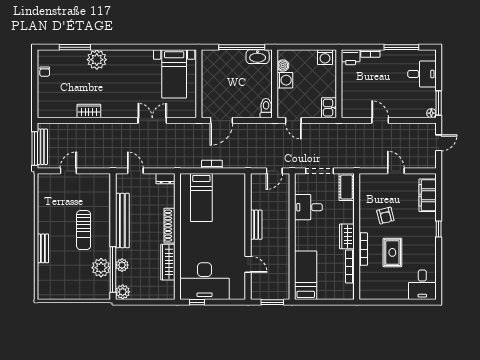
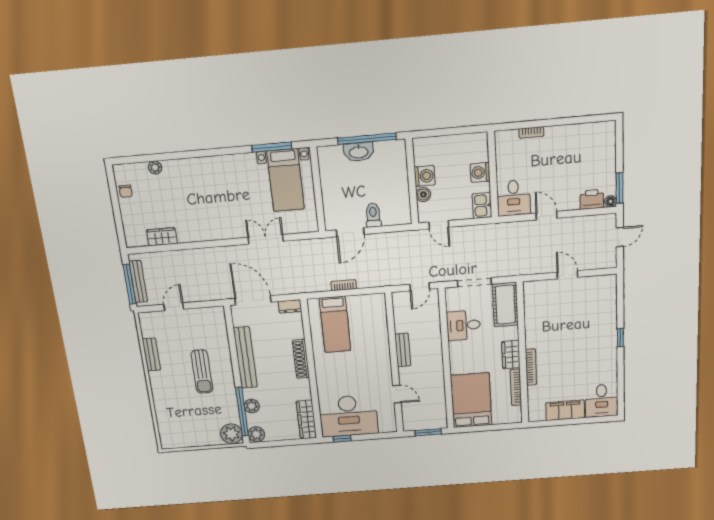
window: (75, 47) -> (272, 147), moved
window: (401, 47) -> (571, 121), removed
washbasin: (258, 57) -> (359, 152), moved
washing machine: (325, 57) -> (480, 172), moved, turned 90
printer: (351, 57) -> (592, 199), moved, turned 180
plant: (97, 60) -> (155, 167), moved, width x0.53, depth x0.53
boiler: (283, 65) -> (423, 194), moved
desk: (422, 74) -> (514, 198), moved, turned 90
toilet: (266, 108) -> (373, 215), moved
wardrobe: (89, 111) -> (162, 237), moved
door: (135, 171) -> (253, 300), width x1.88
cot: (347, 187) -> (505, 305), width x1.37, depth x1.34
filing cabinet: (428, 195) -> (565, 410), moved, turned 90
armchair: (385, 216) -> (556, 328), removed
bench: (43, 248) -> (151, 354), moved
rug: (392, 252) -> (566, 368), removed
wardrobe: (168, 262) -> (306, 420), moved
plant: (101, 268) -> (231, 434), moved
bed: (306, 275) -> (471, 400), width x1.50

